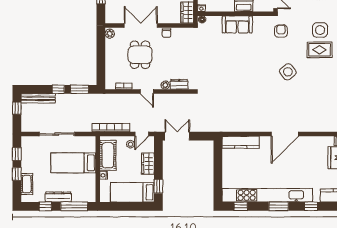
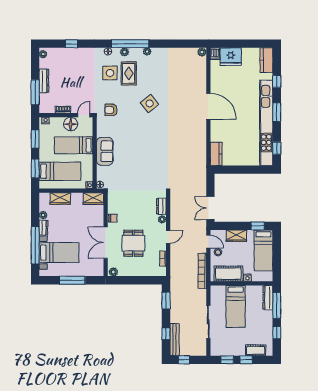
dining table: (140, 55) -> (133, 243), turned 90
window: (58, 89) -> (166, 334), moved
kitchen counter: (241, 142) -> (216, 154), width x0.67
dresser: (58, 197) -> (268, 298), moved

